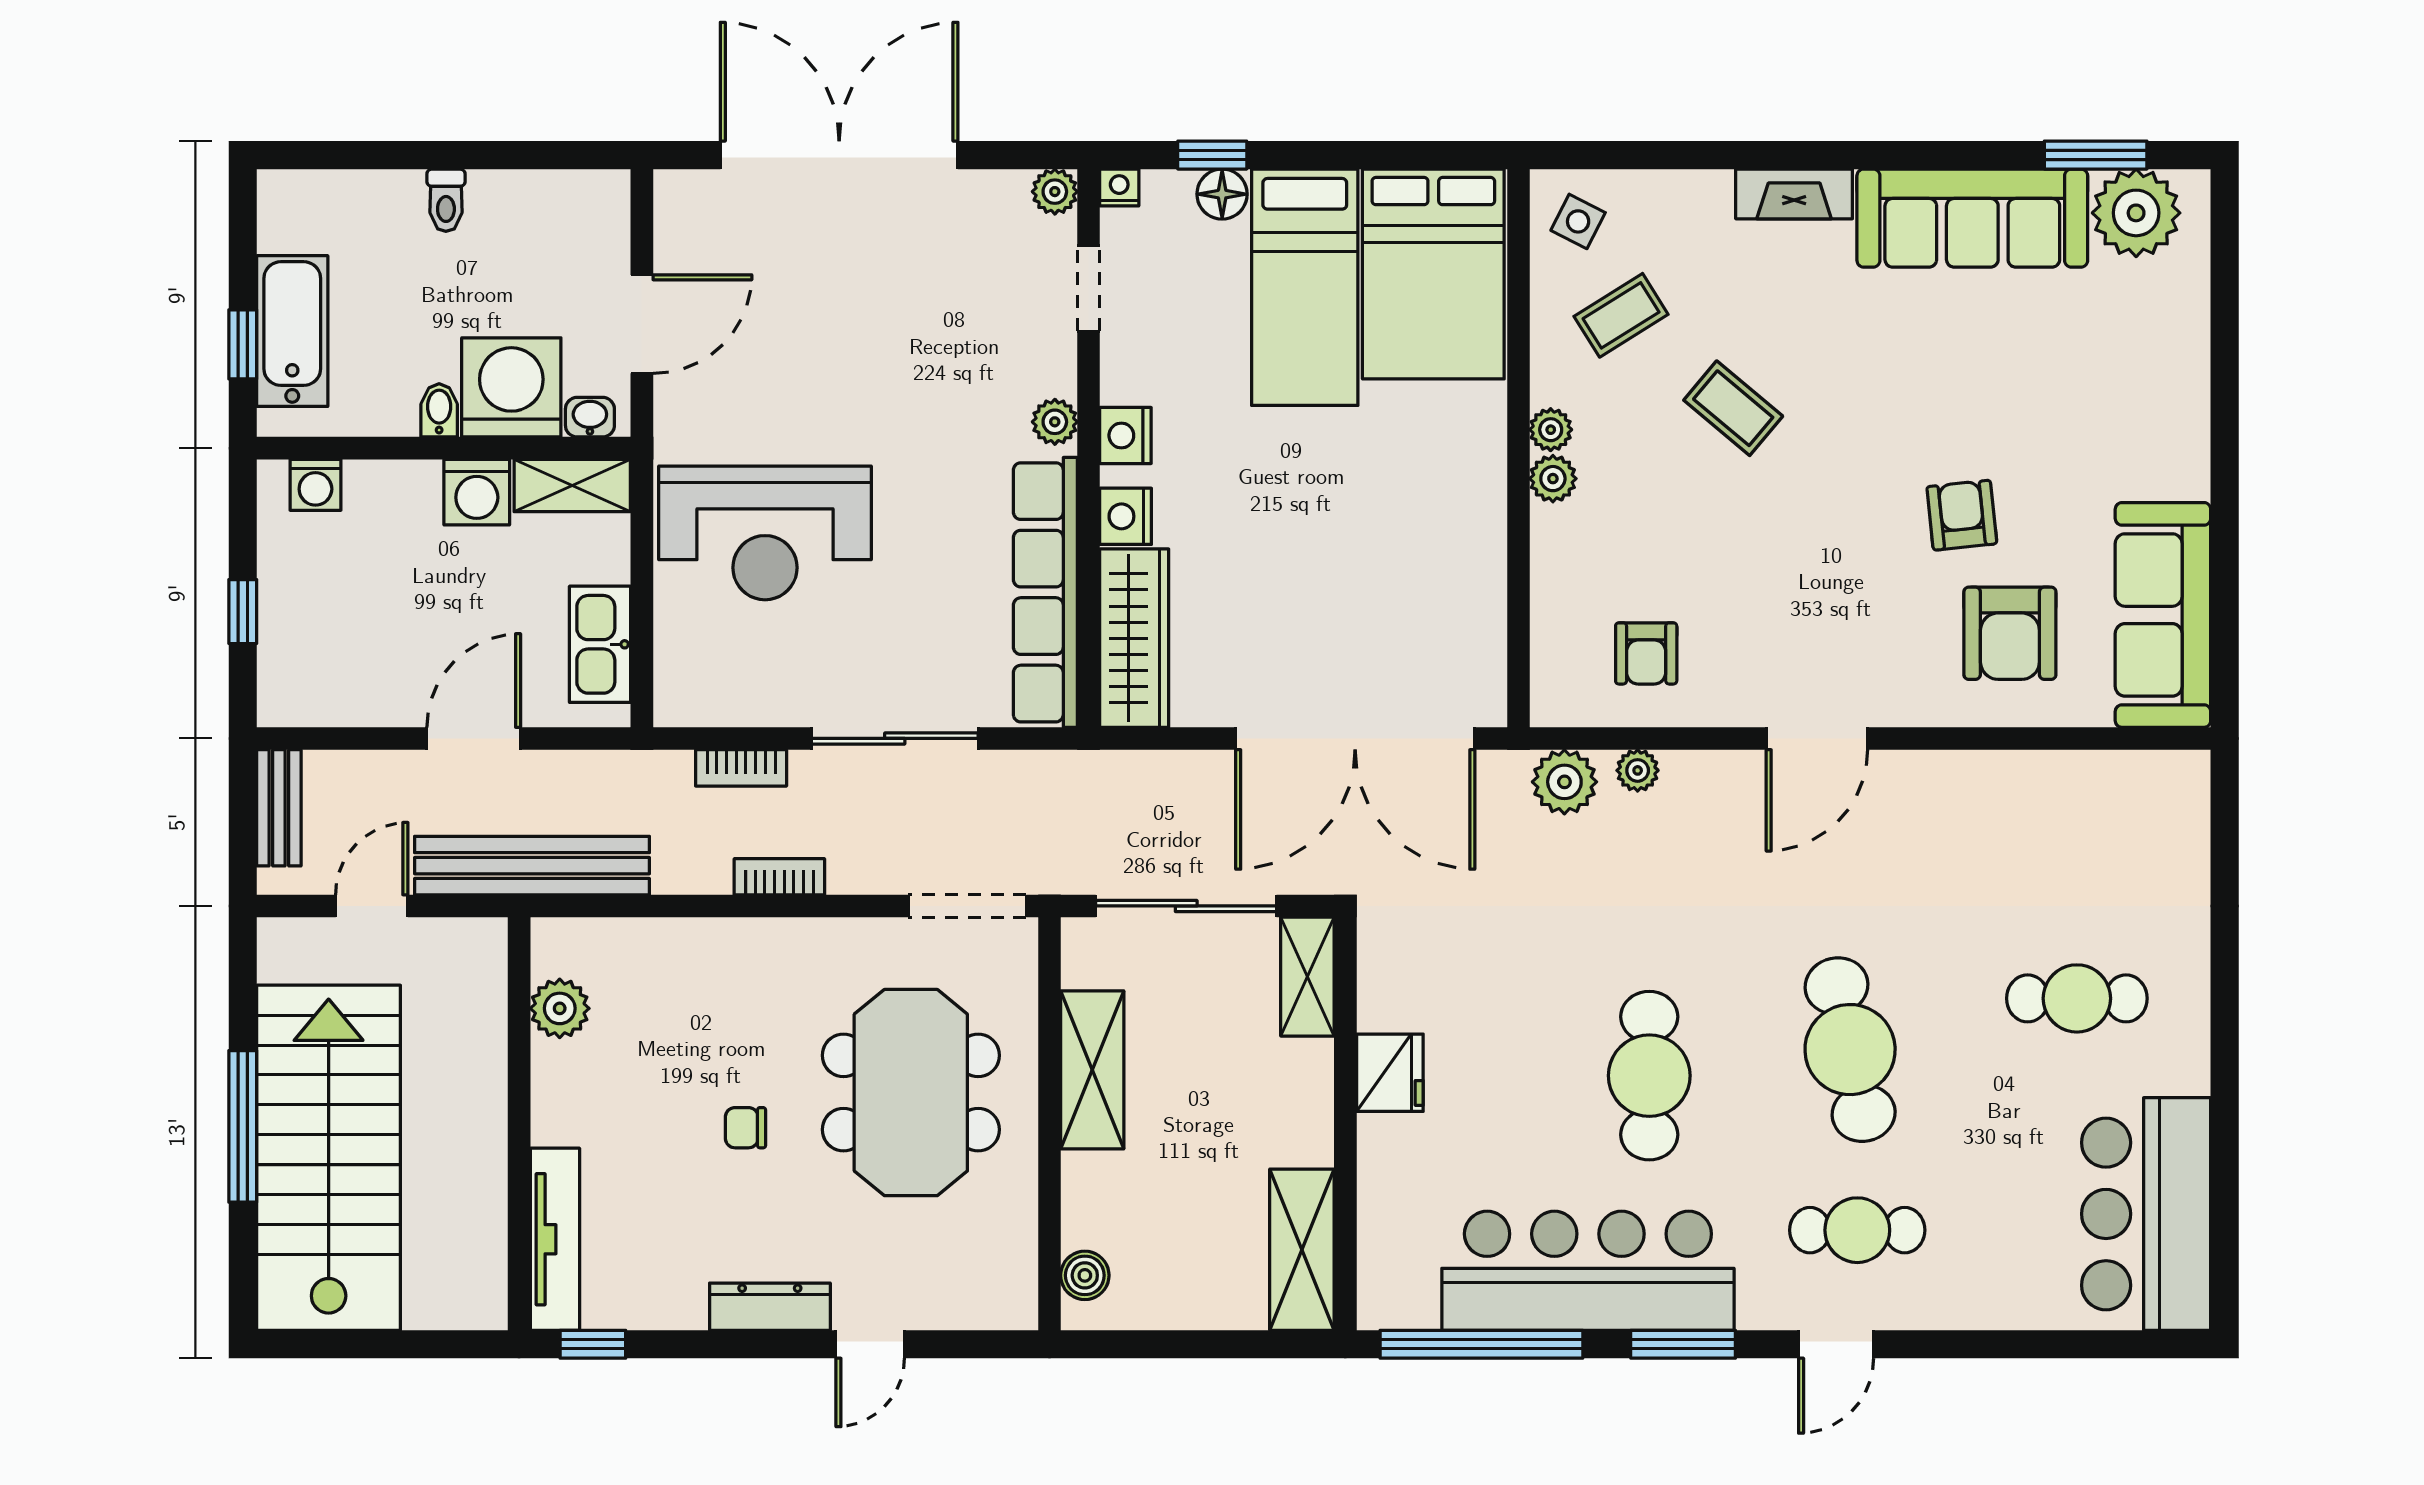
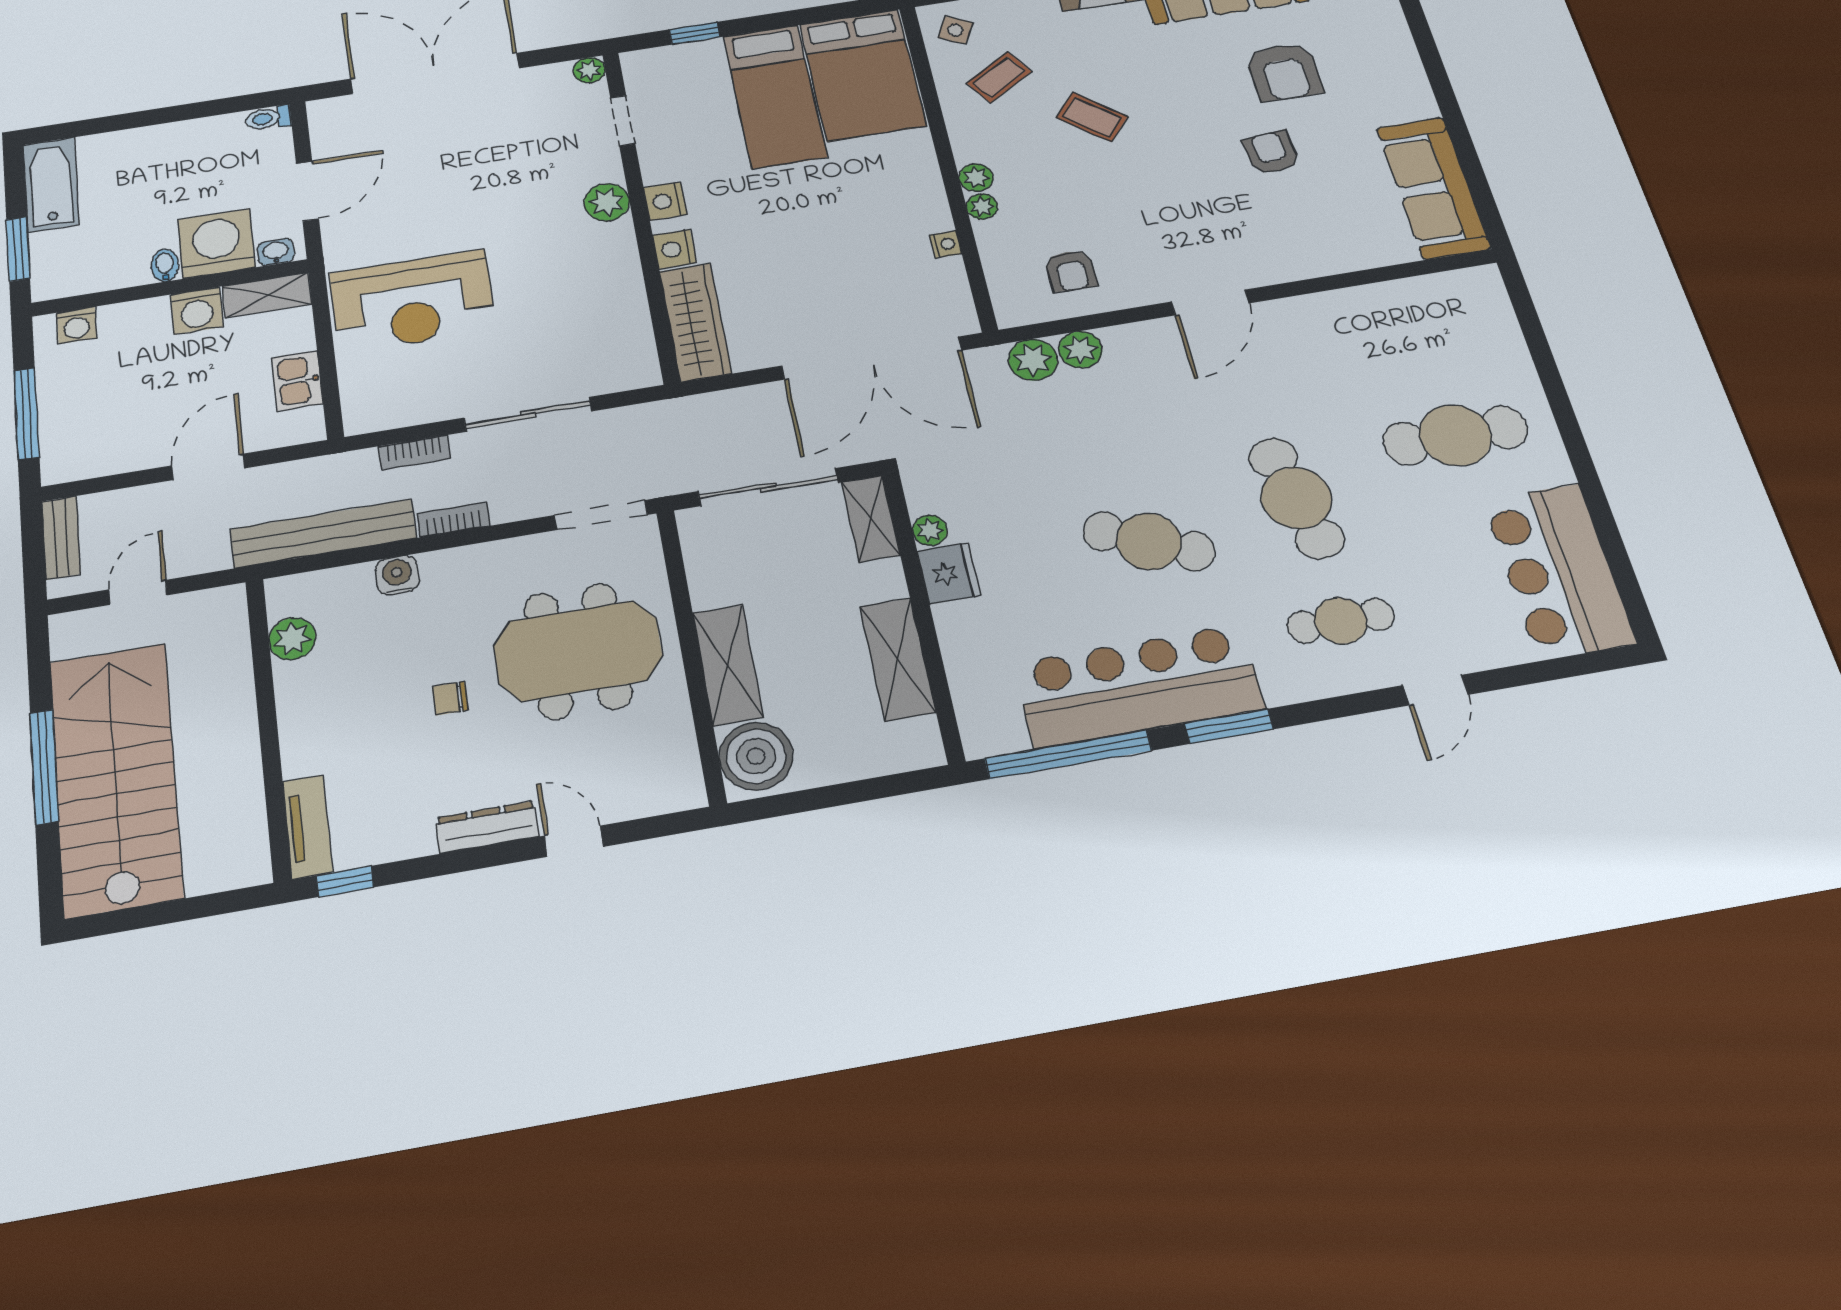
nightstand: (1119, 187) -> (946, 244), moved, turned 90
floor lamp: (1222, 194) -> (706, 54), removed
toilet: (446, 200) -> (268, 118), moved, turned 90
bathtub: (292, 331) -> (51, 185), moved
window: (243, 344) -> (18, 249), width x1.50
plant: (1055, 422) -> (607, 202), width x1.38, depth x1.38
plant: (1551, 430) -> (982, 207), moved
row of seats: (1045, 592) -> (625, 305), removed
window: (243, 612) -> (26, 414), width x2.17
armchair: (2010, 633) -> (1284, 72), moved
kitchen sink: (600, 644) -> (297, 381), width x0.73
plant: (1638, 770) -> (1080, 350), width x1.38, depth x1.38
bench: (532, 866) -> (323, 534), moved
water cooler: (699, 944) -> (397, 575), added
cafe table: (2077, 998) -> (1455, 435), width x1.37, depth x1.35
plant: (1379, 1008) -> (930, 530), added
shelving: (1092, 1070) -> (728, 665), moved
cafe table: (1649, 1076) -> (1149, 541), turned -65
meeting table: (911, 1093) -> (578, 651), turned 90
tv unit: (555, 1239) -> (308, 827), width x0.71
shelving: (1302, 1250) -> (898, 659), moved
boiler: (1085, 1275) -> (756, 756), width x1.86, depth x1.86
door: (870, 1344) -> (574, 841), swing flipped
door: (1836, 1344) -> (1435, 690), moved

